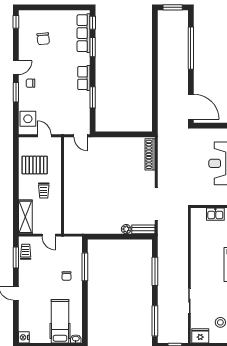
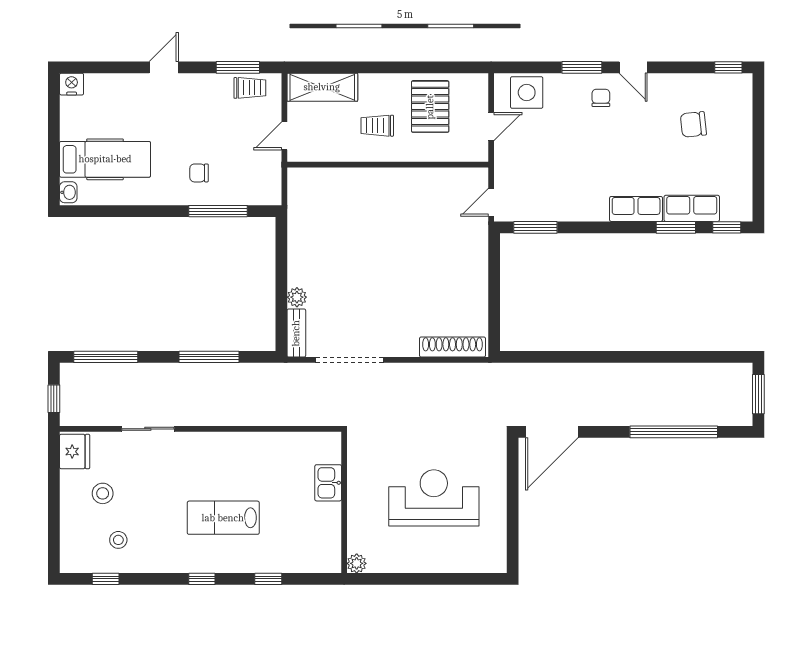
row of seats: (84, 33) -> (692, 208), width x0.68
row of seats: (84, 78) -> (636, 209), moved
window: (93, 97) -> (535, 227), moved

